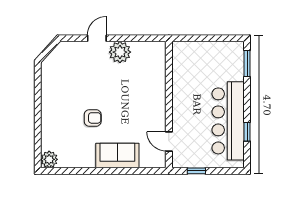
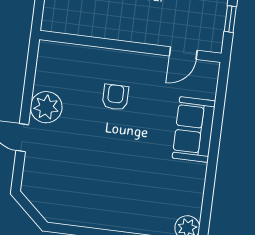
armchair: (93, 118) -> (115, 97), moved

